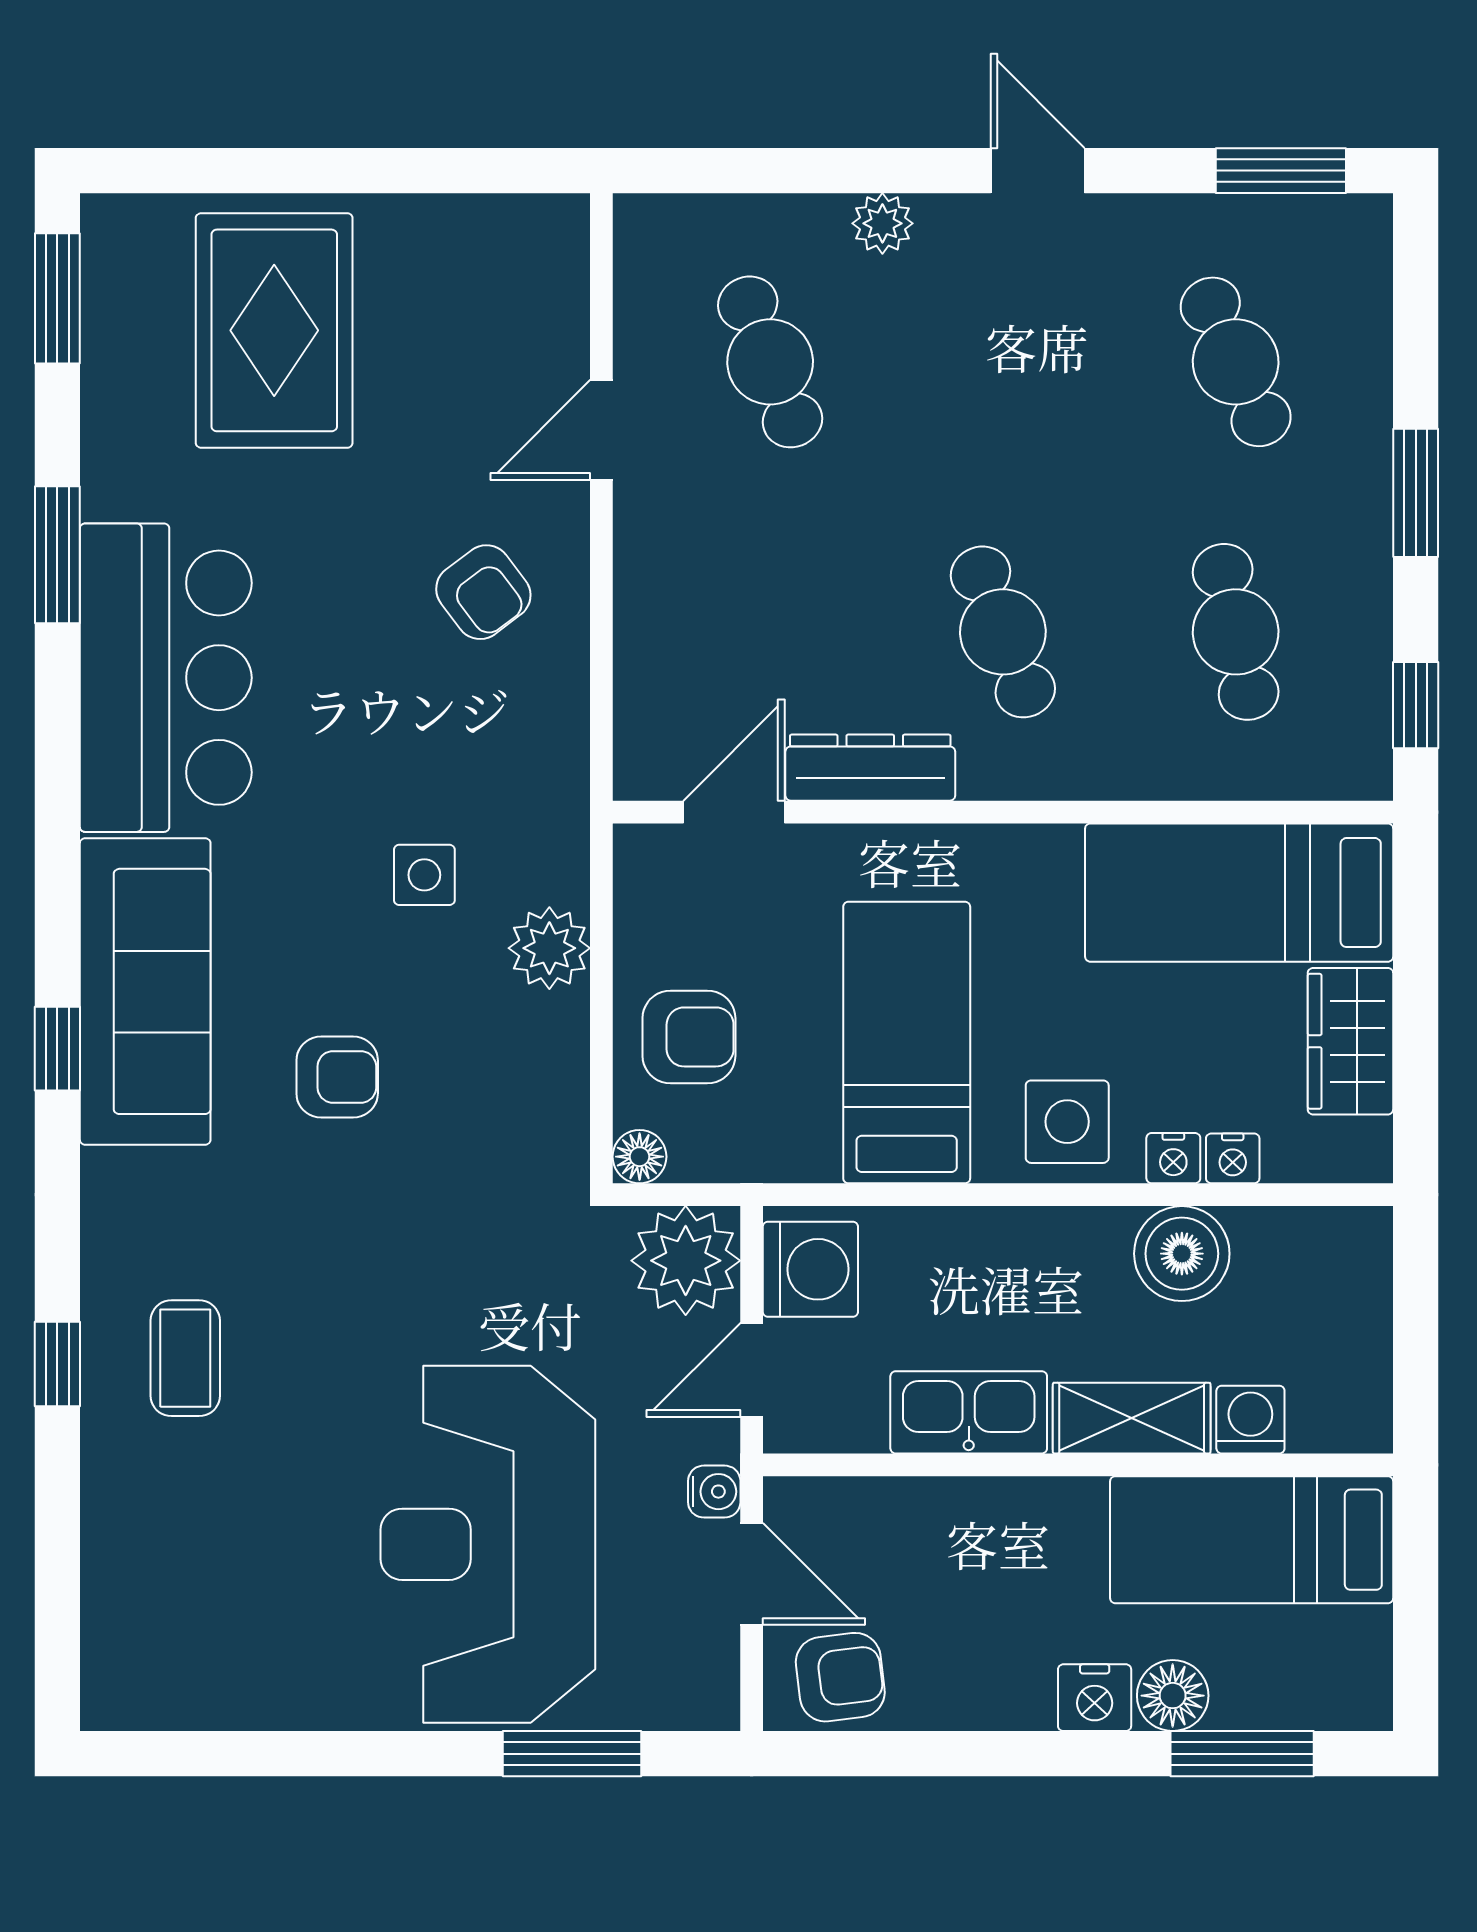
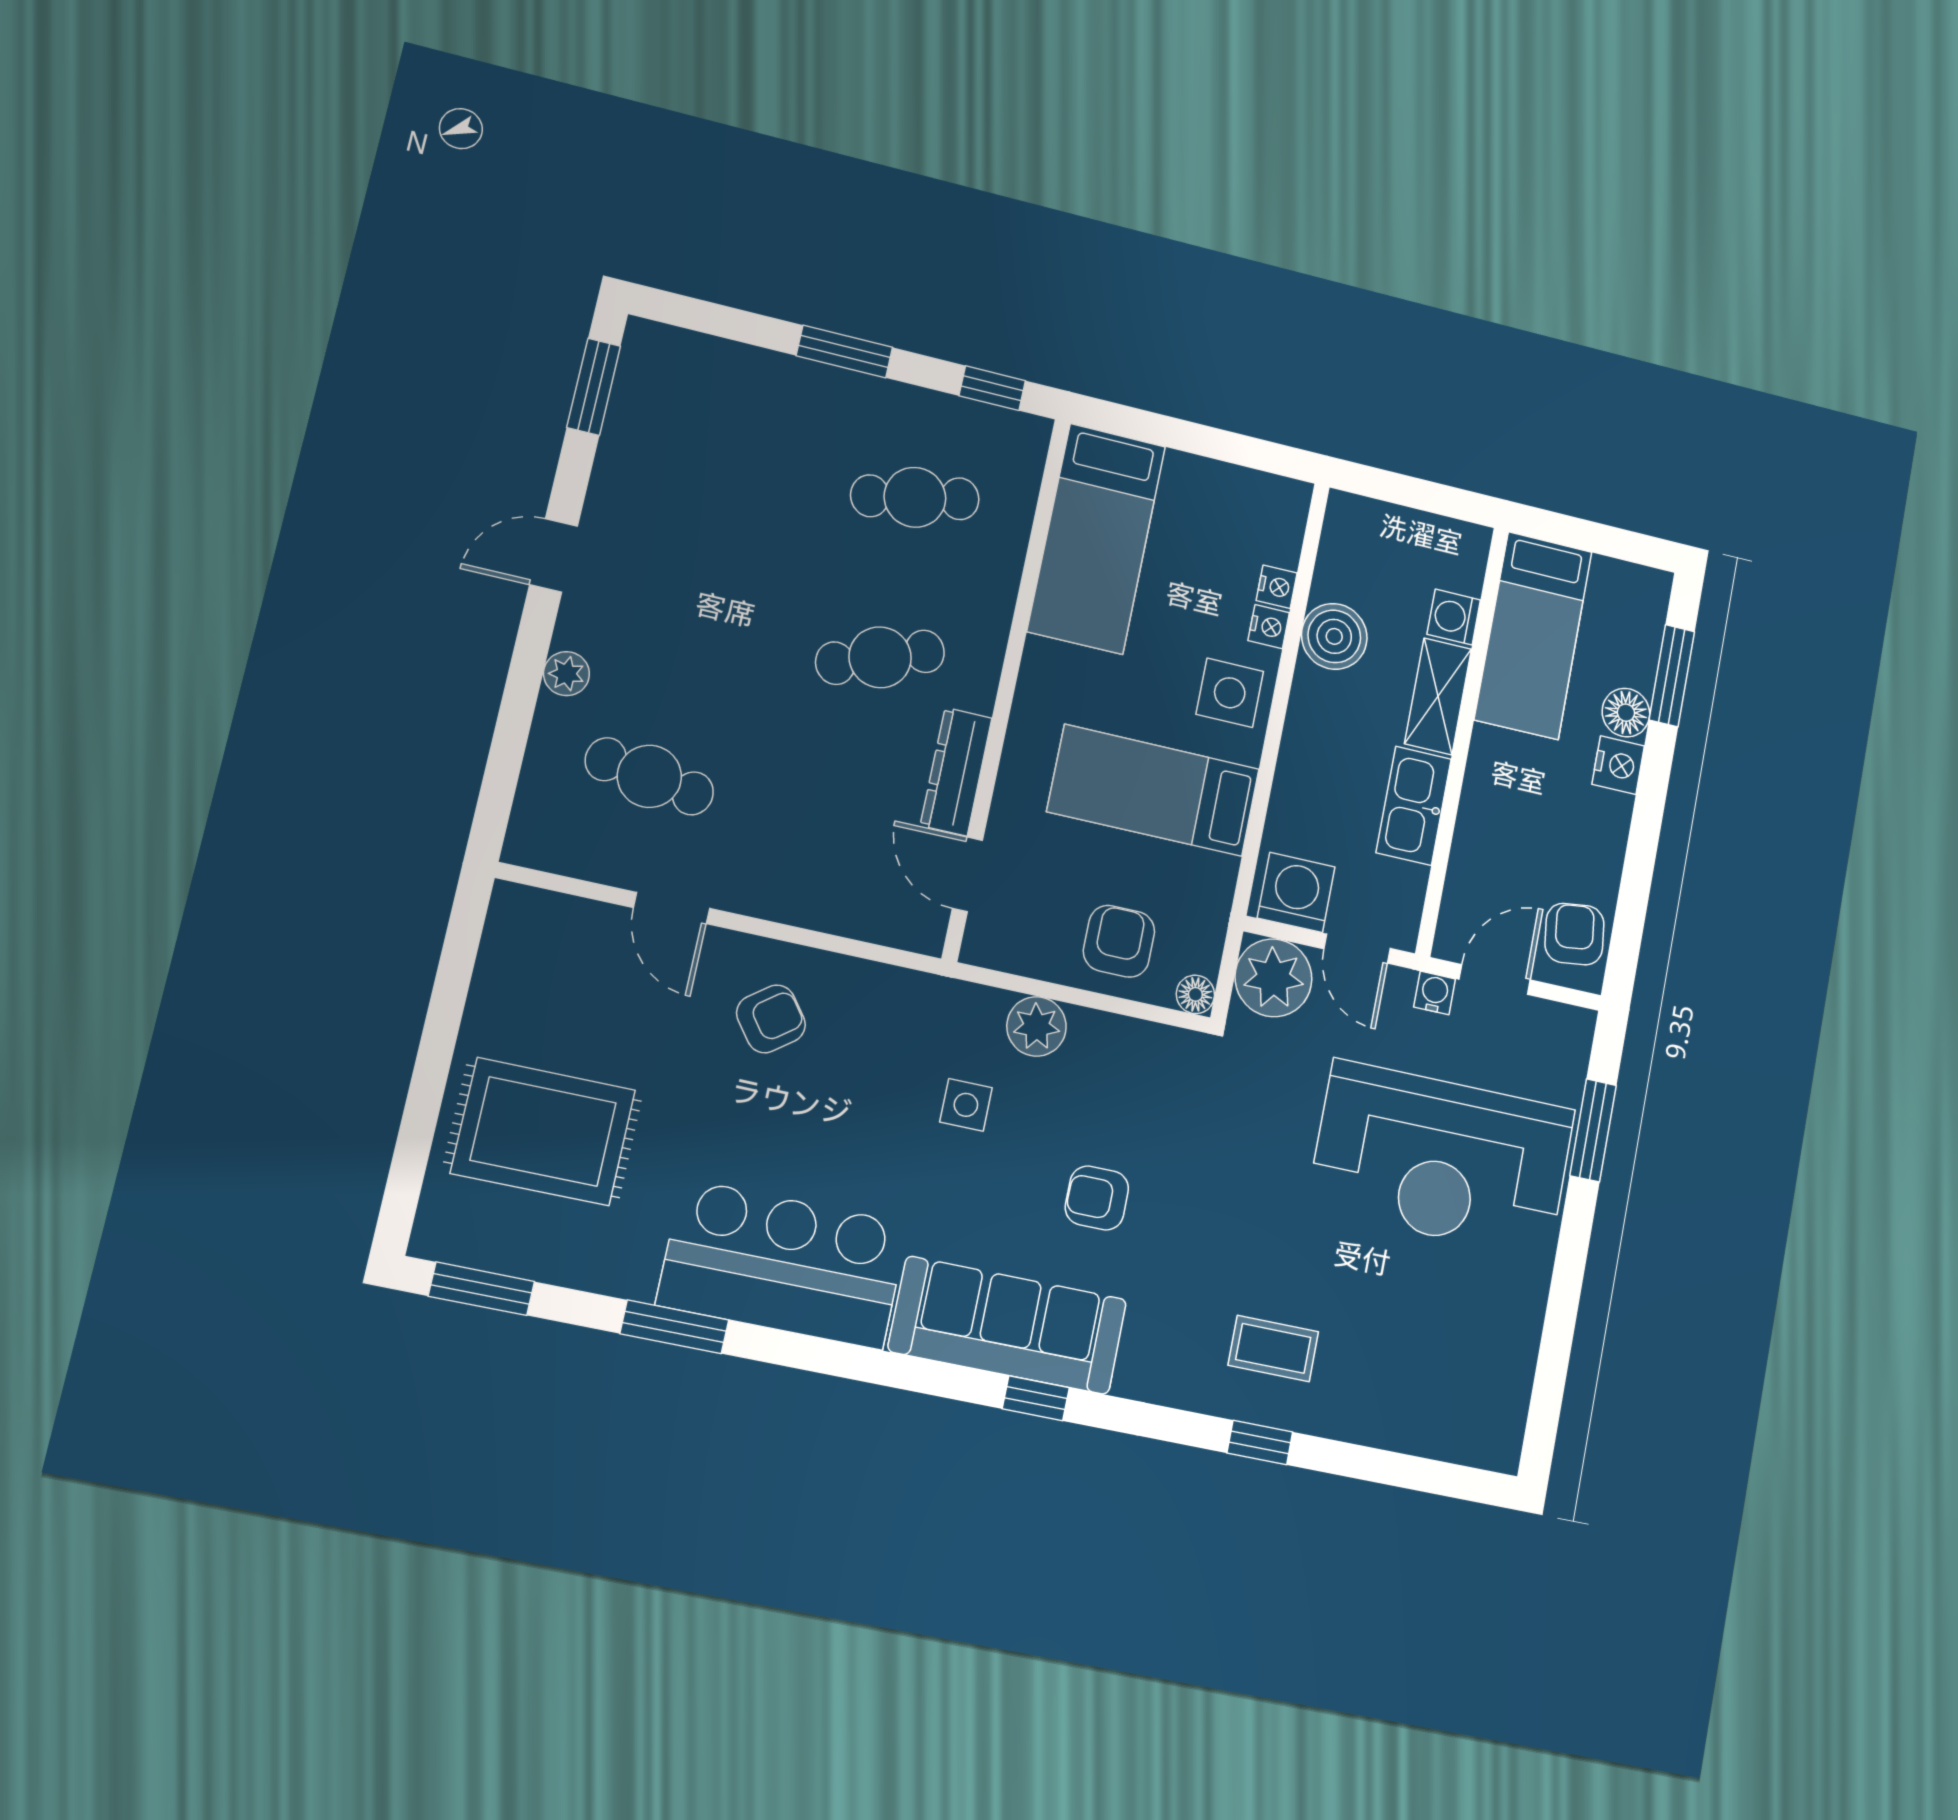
cafe table: (770, 362) -> (649, 776), turned 30
cafe table: (1236, 362) -> (724, 451), removed
wardrobe: (1350, 1041) -> (1213, 489), removed
armchair: (337, 1077) -> (1097, 1198), turned -90

